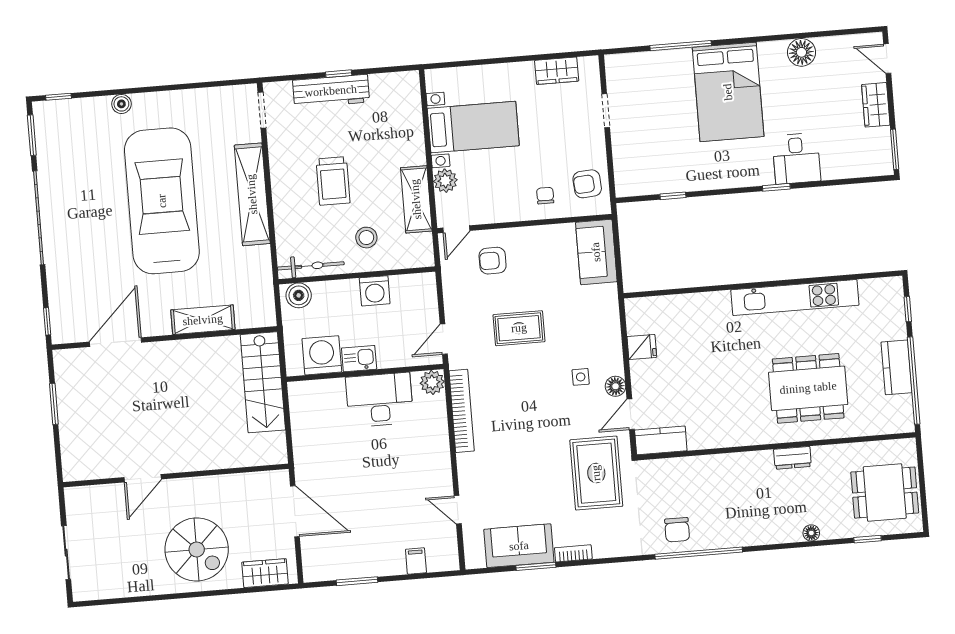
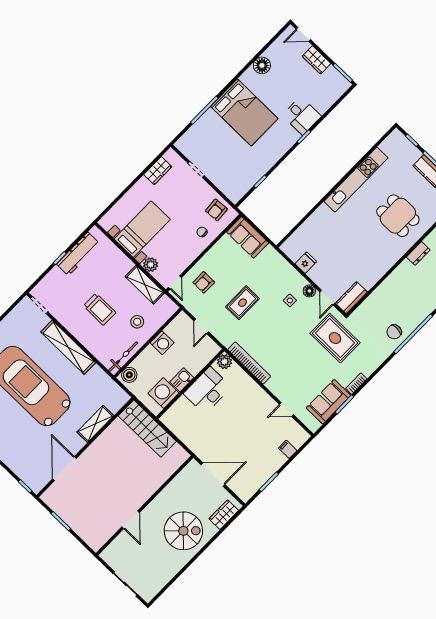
workbench: (331, 91) -> (78, 254), moved
door: (444, 339) -> (201, 326), moved
dining table: (808, 388) -> (398, 216), width x0.73
chair: (677, 530) -> (394, 332), turned 94

